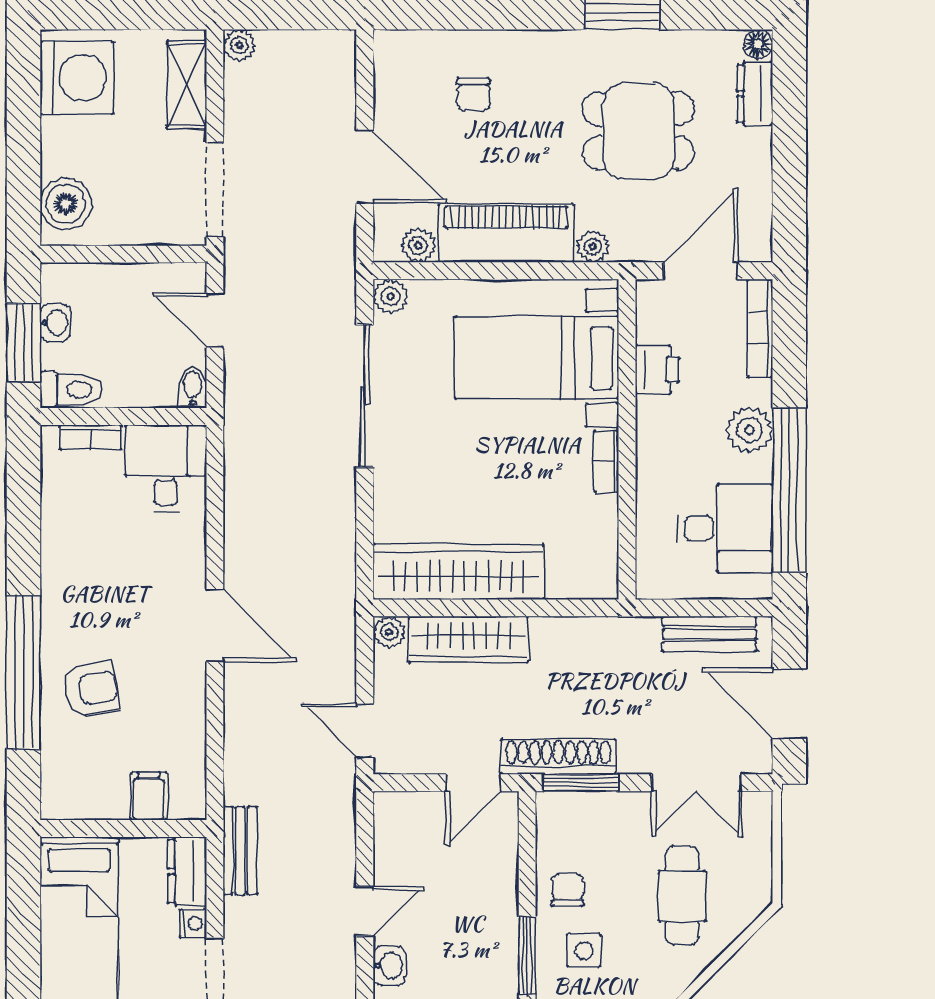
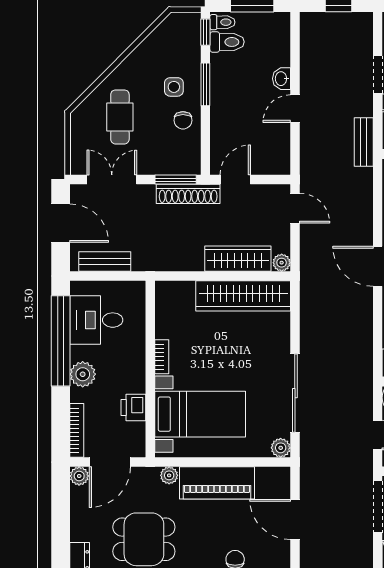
plant: (418, 246) -> (79, 476), moved

